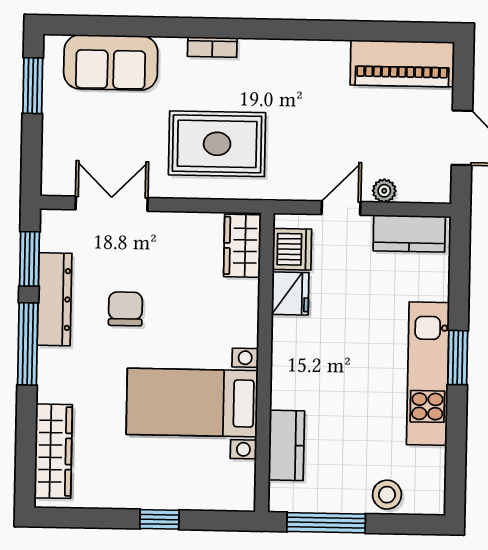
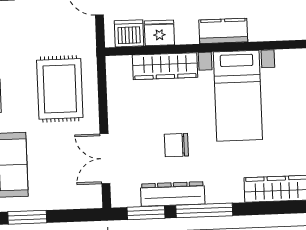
wardrobe: (242, 246) -> (165, 66), moved, width x1.50
kitchen counter: (286, 445) -> (223, 31), moved

